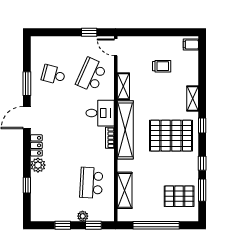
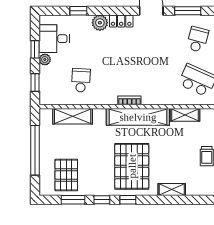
desk: (100, 113) -> (54, 39), moved, turned 90
window: (202, 126) -> (128, 200), moved
school desk: (91, 183) -> (81, 80), width x0.54
plant: (83, 216) -> (45, 60), moved

